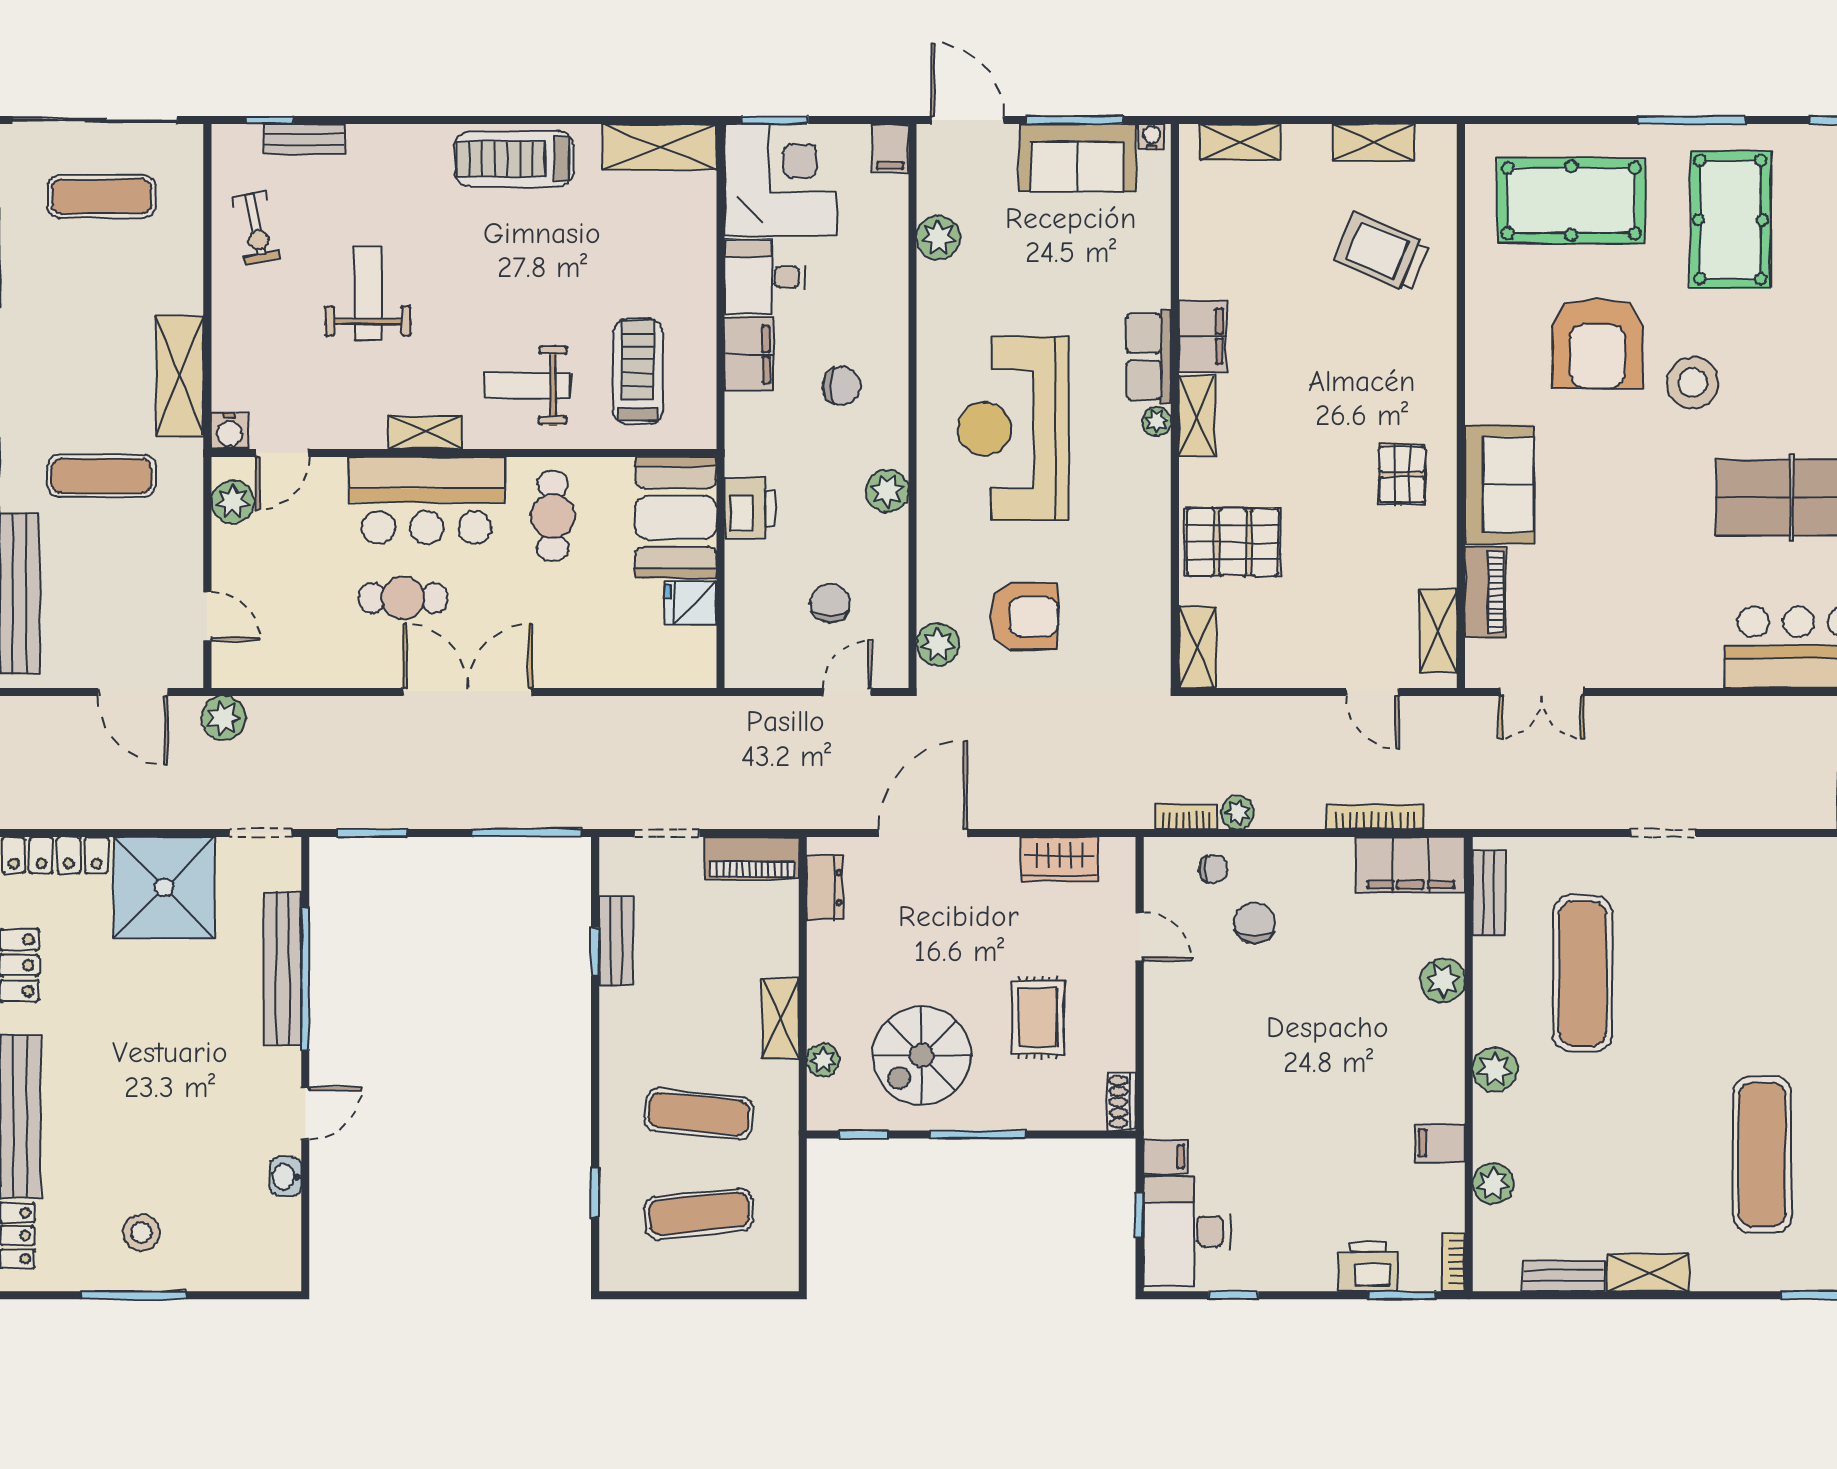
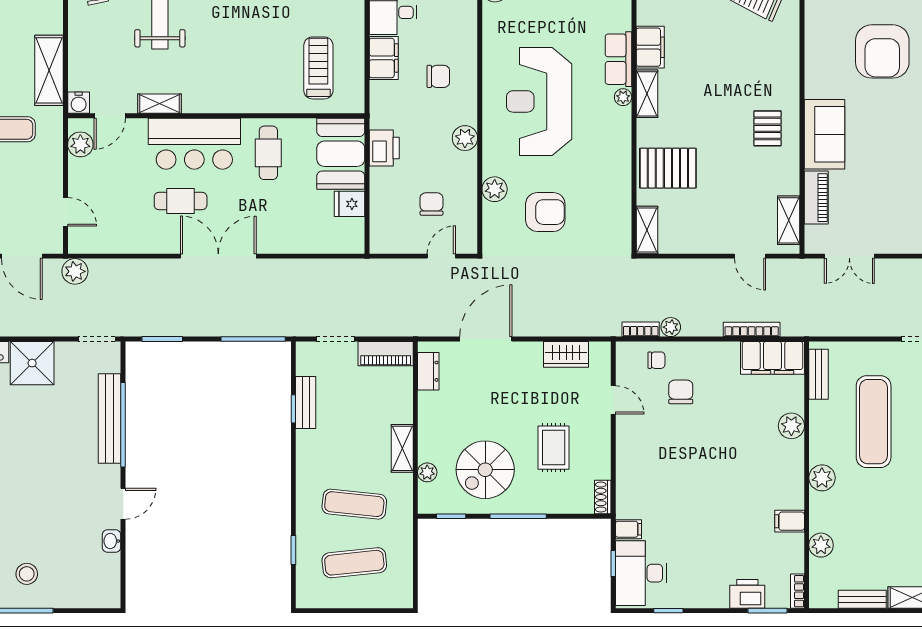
weight bench: (527, 385) -> (253, 76), removed
shelving: (425, 432) -> (159, 104), moved
plant: (938, 644) -> (495, 189), moved
shower: (164, 887) -> (32, 363), width x0.73, depth x0.73

